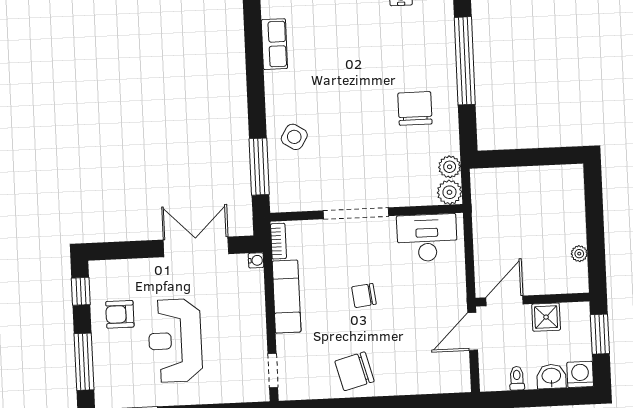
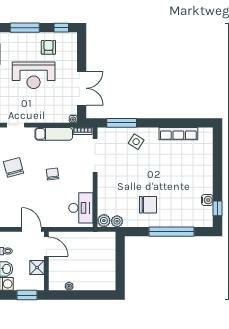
row of seats: (274, 44) -> (178, 134), width x1.48
doorway: (356, 213) -> (95, 155), moved
reception desk: (175, 341) -> (34, 75), turned 180

